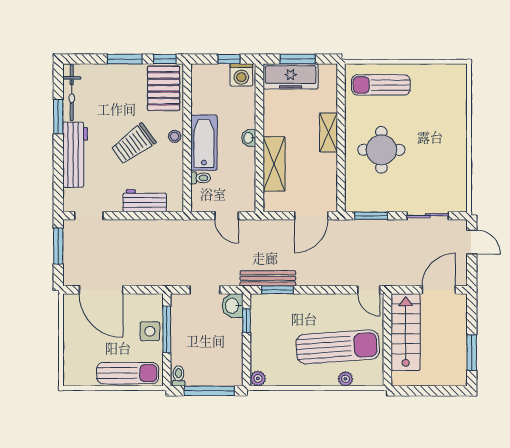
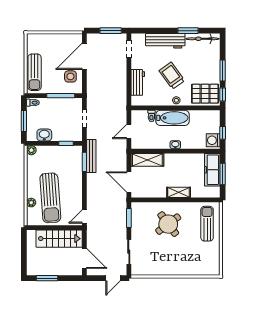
round table: (381, 150) -> (168, 224), turned -37
shelving: (274, 164) -> (147, 160), moved
washbasin: (233, 306) -> (44, 135), moved
side table: (150, 331) -> (70, 76), moved
window: (209, 391) -> (24, 121), width x0.69

